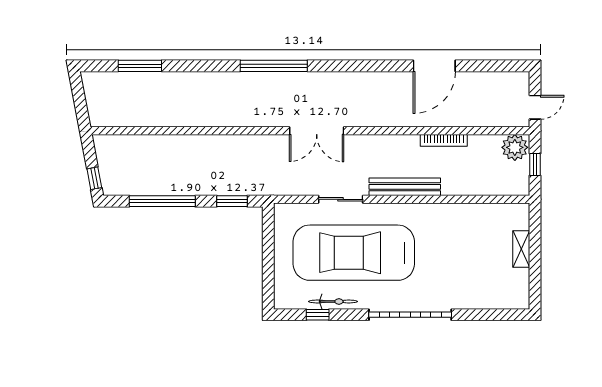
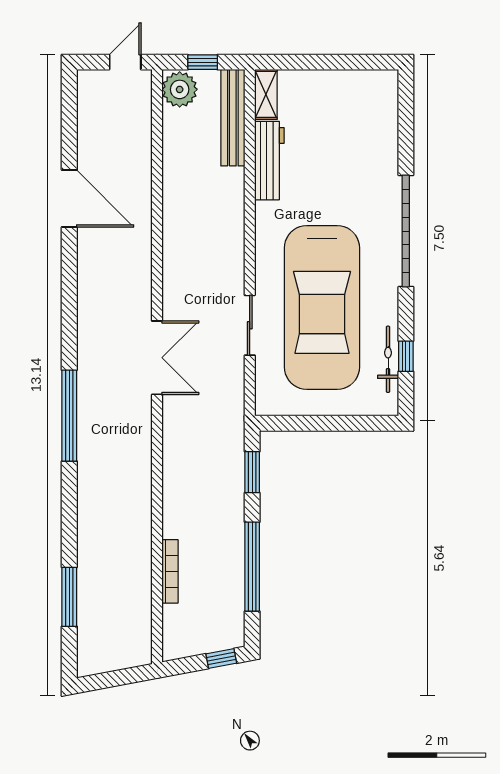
door: (535, 107) -> (125, 62), hinge flipped
bookcase: (444, 140) -> (170, 571), moved
bench: (405, 187) -> (233, 118), moved
workbench: (462, 214) -> (269, 161), added
shelving: (521, 249) -> (266, 94), moved, turned 90
bicycle: (333, 301) -> (388, 359), moved

